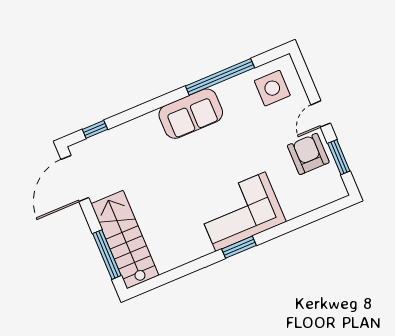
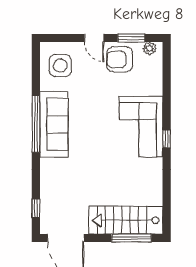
window: (220, 77) -> (36, 124), moved
sofa: (191, 114) -> (54, 124), width x1.36
plant: (336, 183) -> (150, 48), added
window: (239, 247) -> (167, 139), width x0.67

